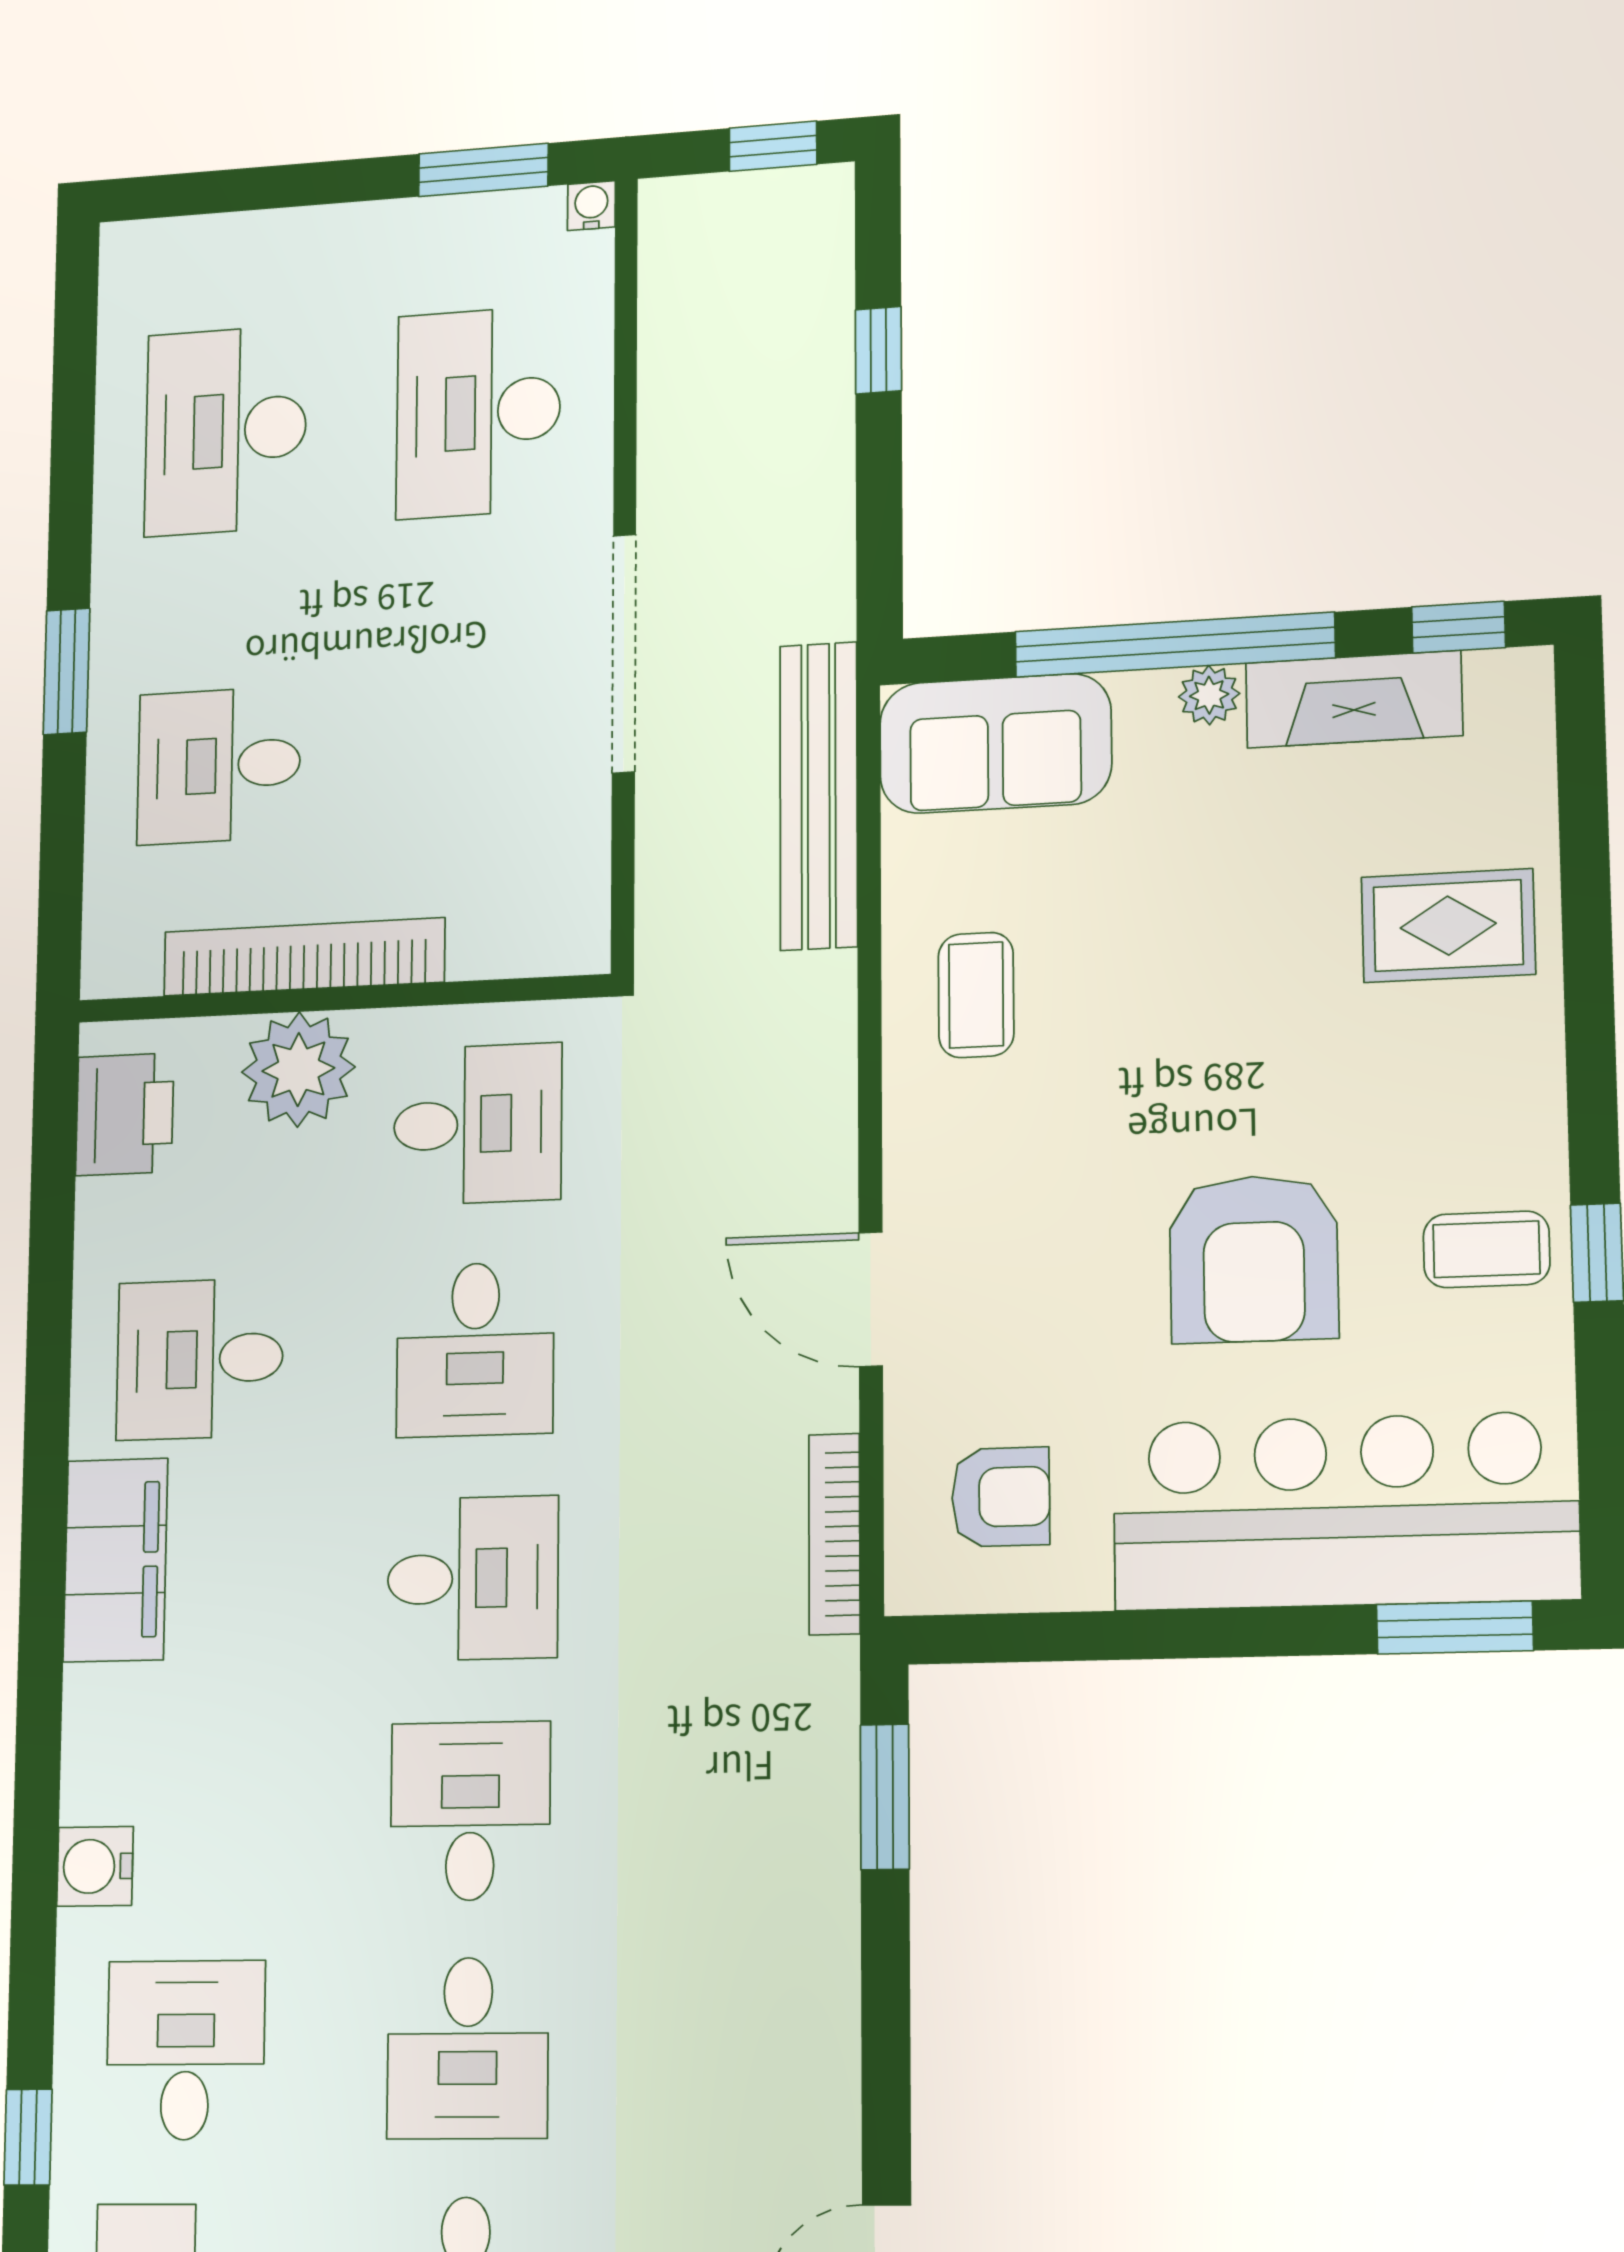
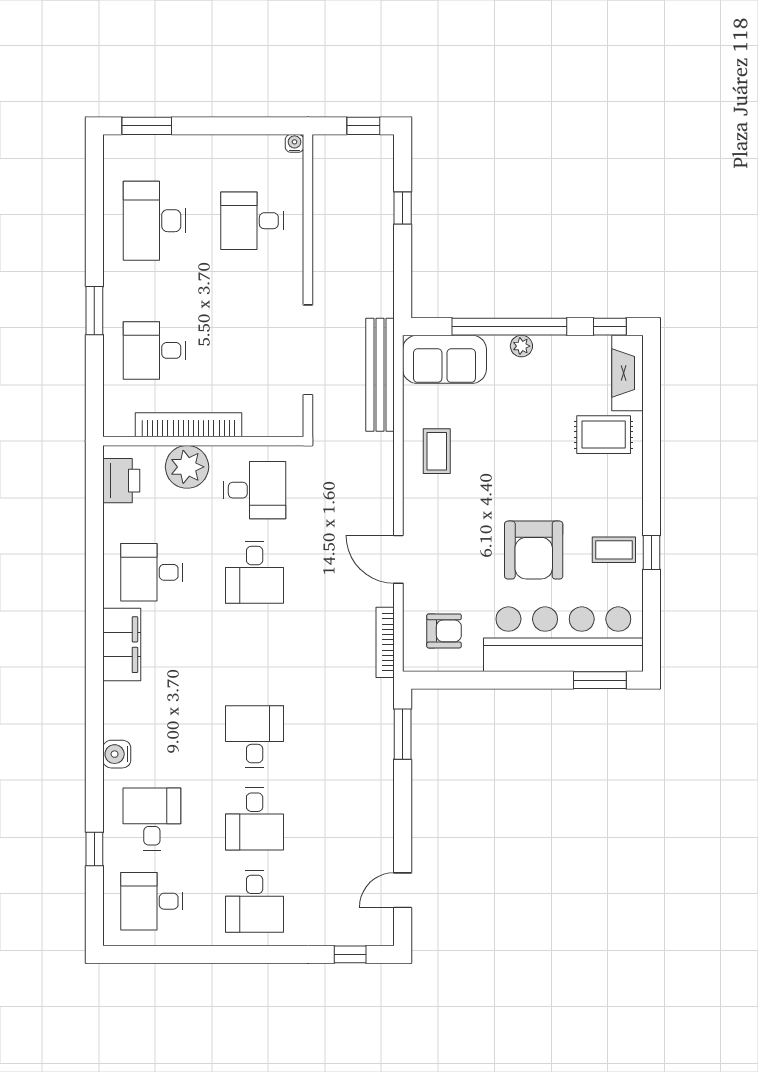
window: (483, 170) -> (147, 126), moved
desk: (478, 412) -> (252, 221), width x0.73
doorway: (624, 653) -> (308, 350), moved
fireplace: (1354, 699) -> (627, 373), moved, turned 90
desk: (473, 1578) -> (255, 655), removed

